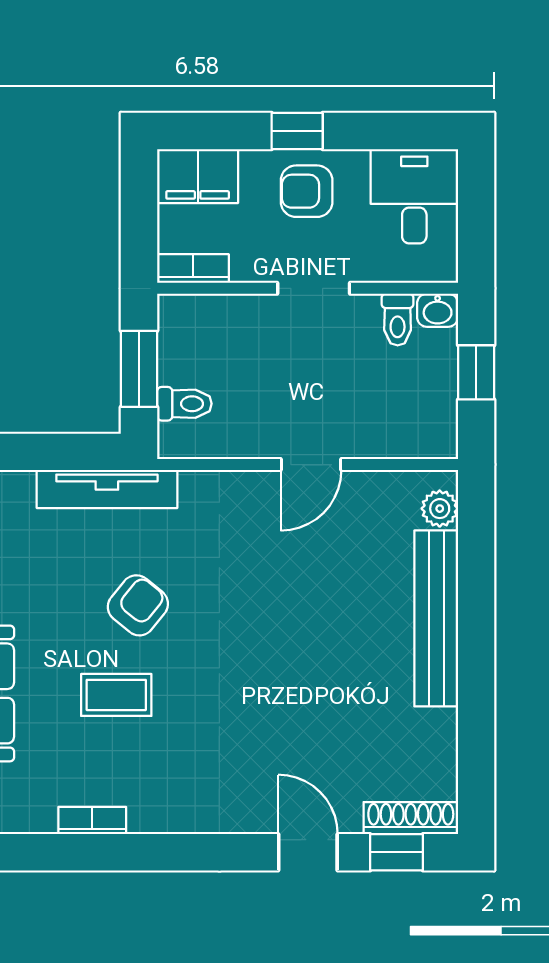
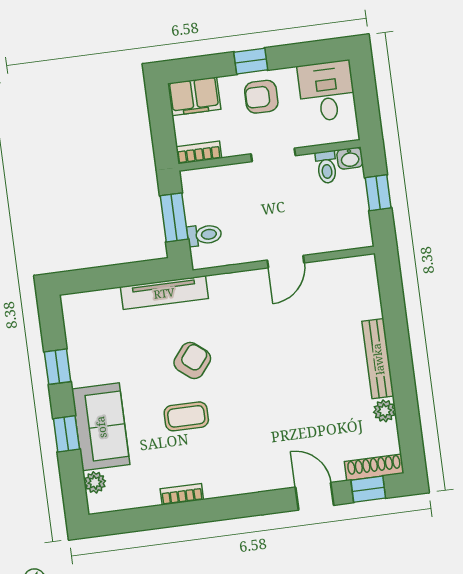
plant: (440, 509) -> (385, 411), moved
bench: (436, 618) -> (378, 359), width x0.73, depth x0.82

